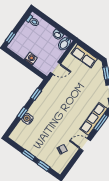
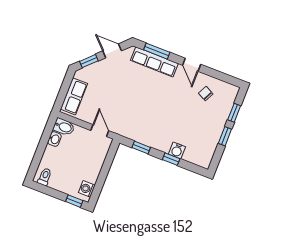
washing machine: (31, 59) -> (87, 189), moved

